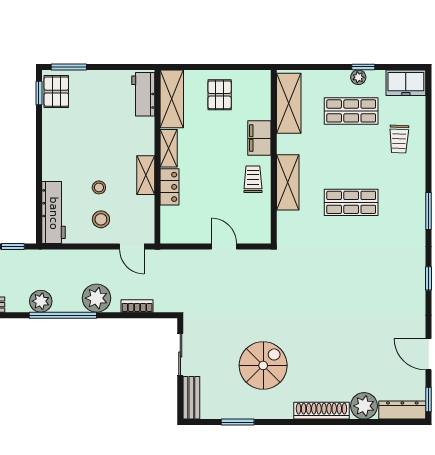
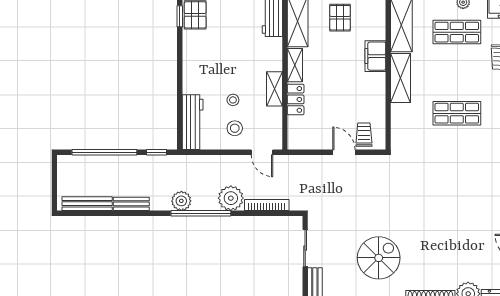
trolley: (253, 179) -> (364, 135), moved
shelving: (288, 182) -> (401, 78), moved
bookcase: (137, 306) -> (267, 205), width x1.56

